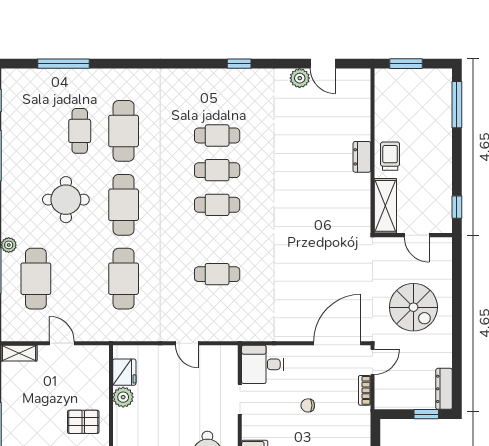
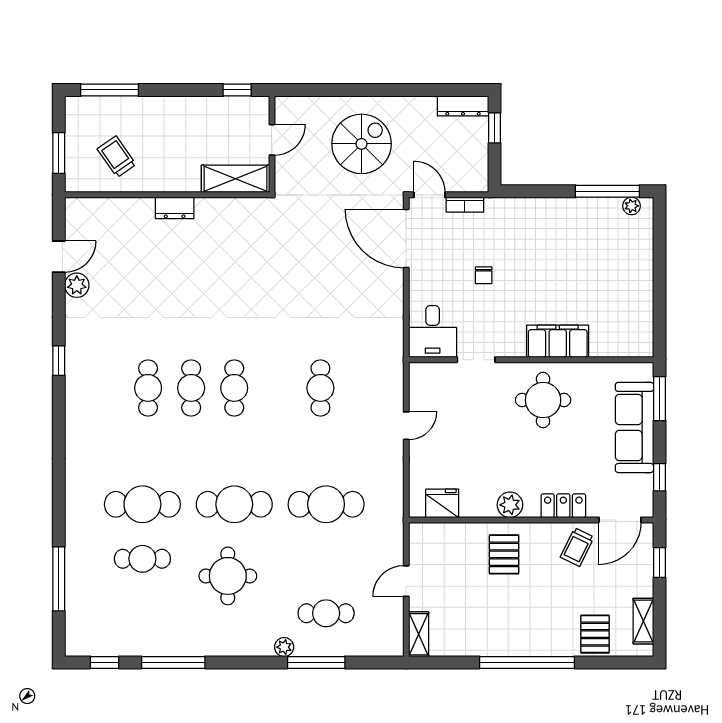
trolley: (390, 156) -> (117, 157), moved, turned 55
cafe table: (36, 279) -> (326, 613), width x0.73, depth x0.74
plant: (123, 397) -> (510, 505), moved

